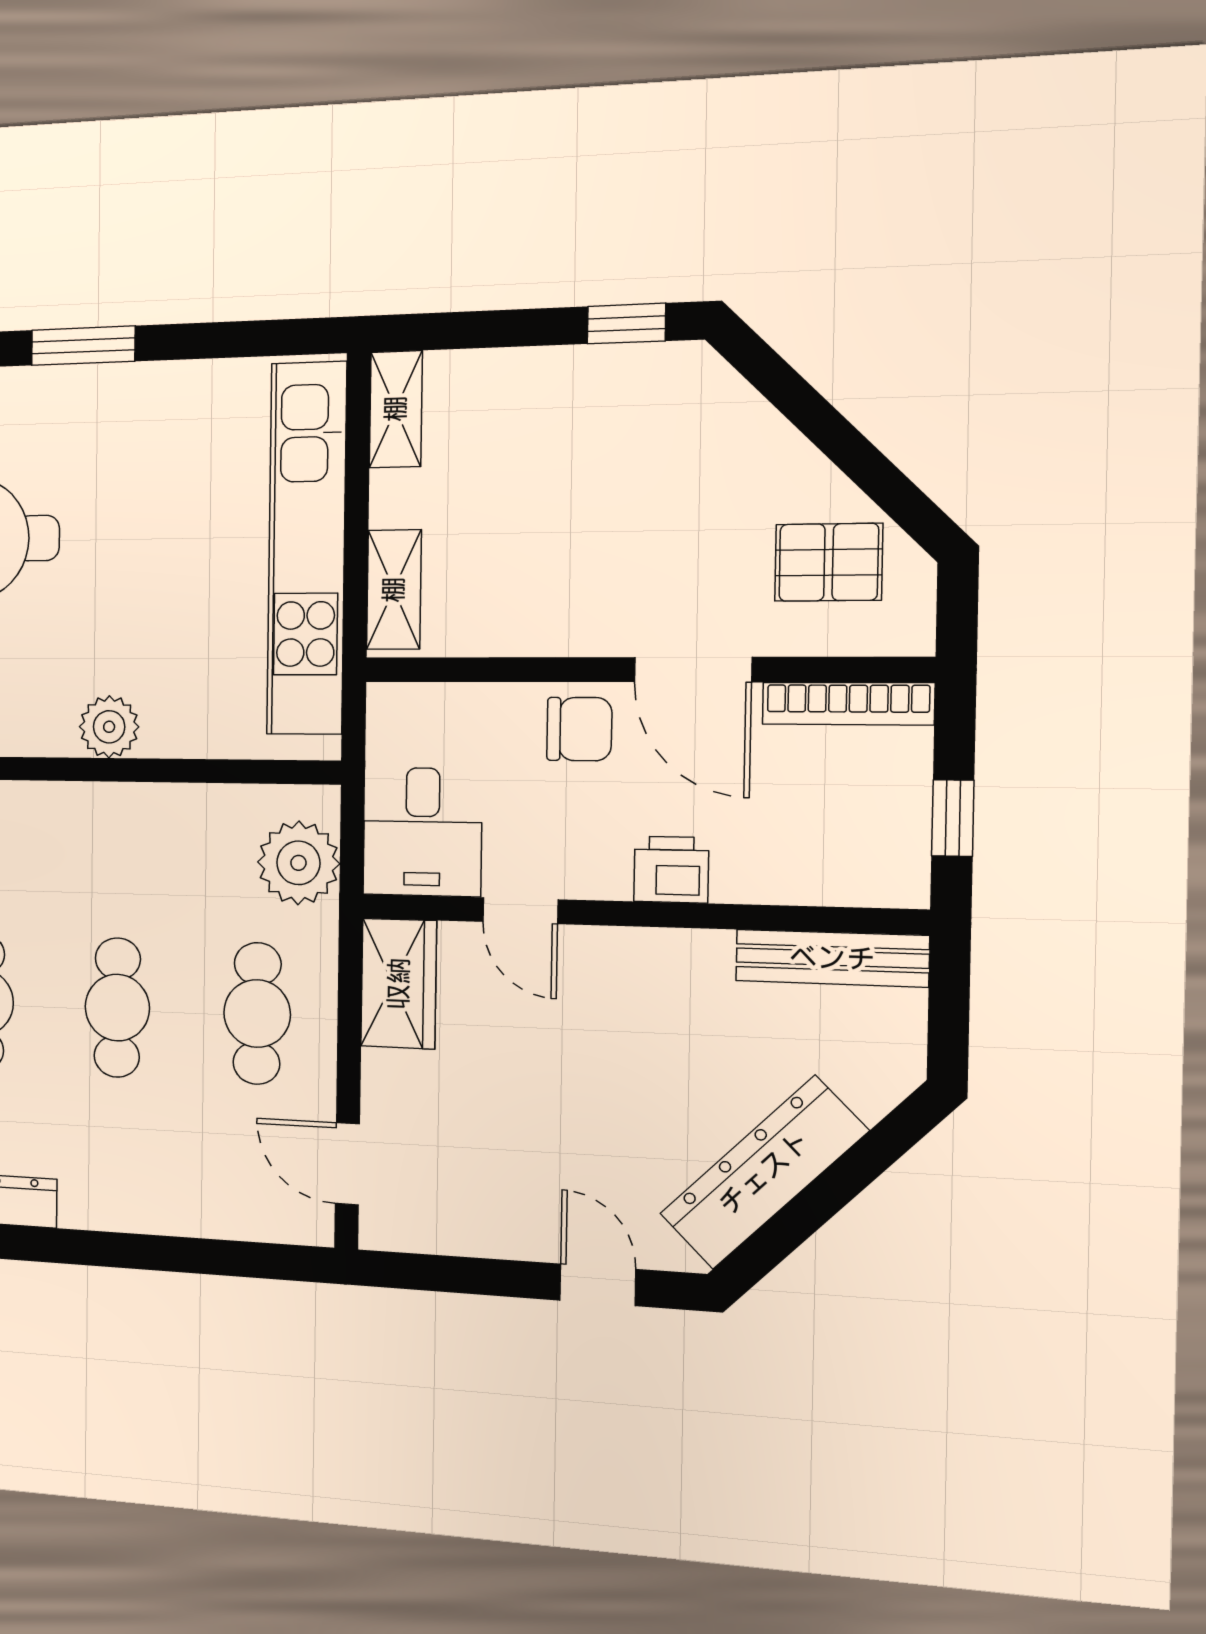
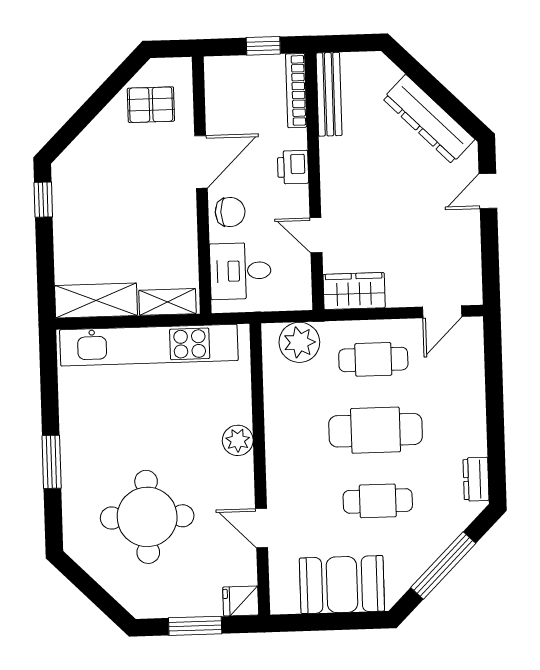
shelving: (396, 409) -> (96, 301), width x1.50, depth x1.33
pallet: (829, 562) -> (151, 105), turned 90
bookcase: (848, 704) -> (296, 91), moved, turned 180
chair: (579, 729) -> (230, 212), turned 90
desk: (422, 832) -> (240, 271), moved, turned 180
door: (520, 911) -> (316, 235), swing flipped
cafe table: (117, 1008) -> (376, 430), width x1.37, depth x1.35

